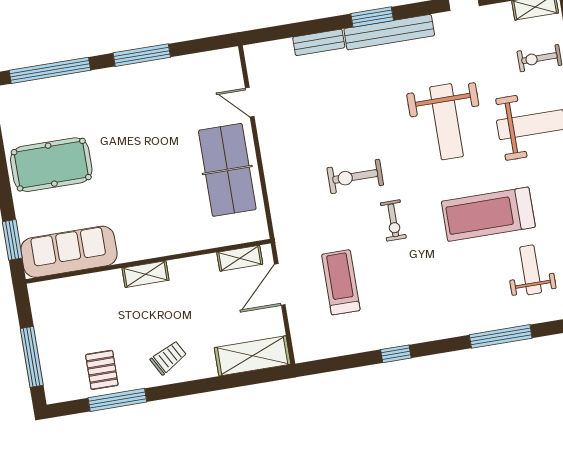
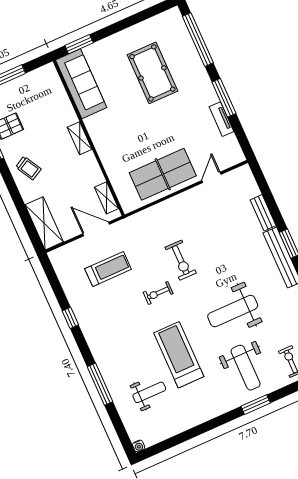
tv unit: (171, 66) -> (221, 119), added
pool table: (51, 165) -> (152, 73), moved
exercise bike: (355, 176) -> (181, 260), turned 180

